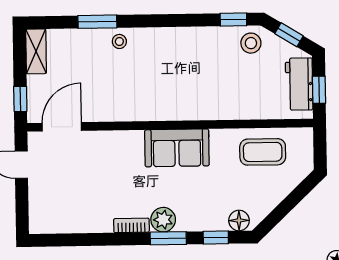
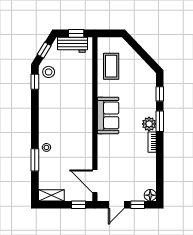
window: (22, 202) -> (138, 205), added
floor lamp: (239, 220) -> (150, 195), moved

